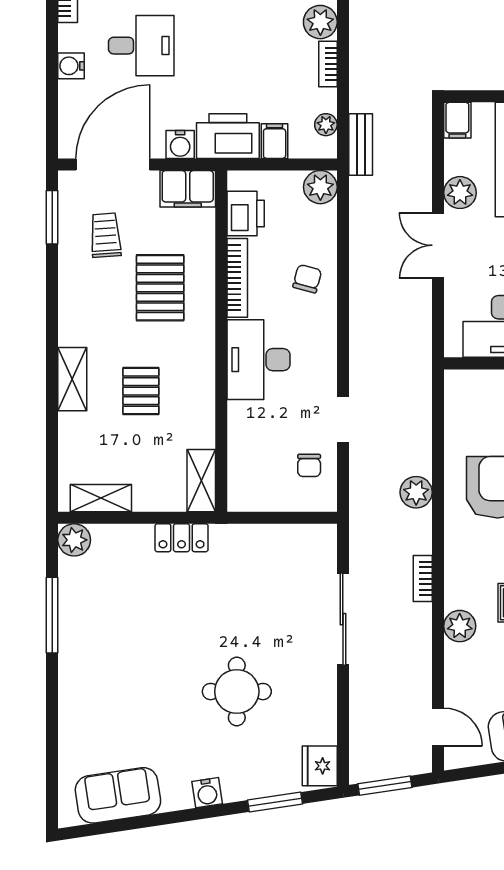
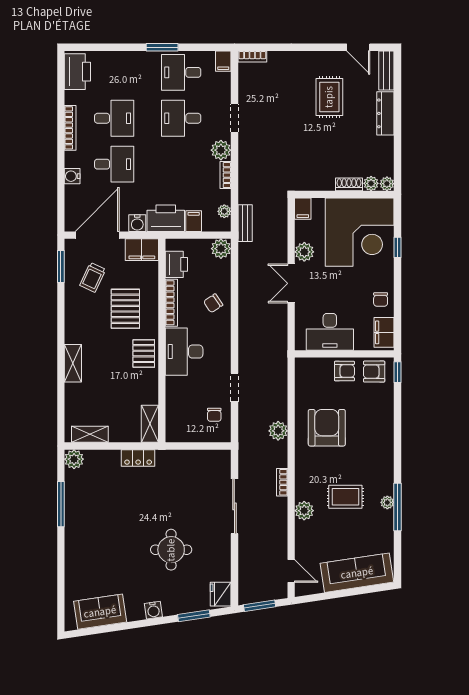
trolley: (105, 235) -> (93, 277), turned -151
chair: (307, 279) -> (213, 303), turned -139
pallet: (141, 391) -> (144, 354), moved

